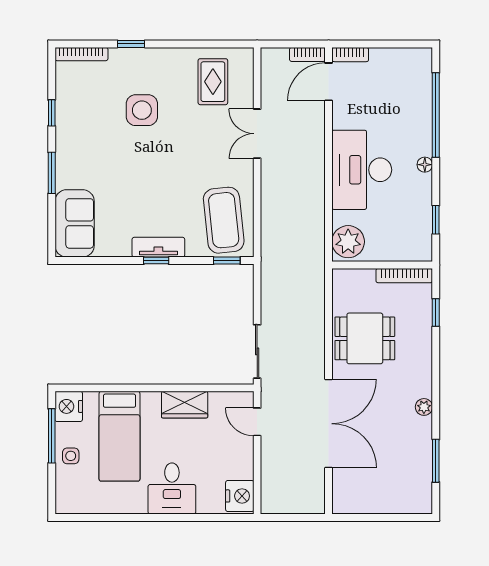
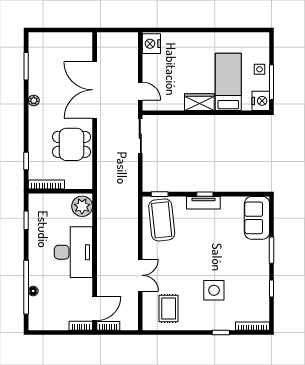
floor lamp: (425, 165) -> (33, 291), moved
wardrobe: (185, 405) -> (199, 102), moved
desk: (172, 488) -> (195, 49), removed

